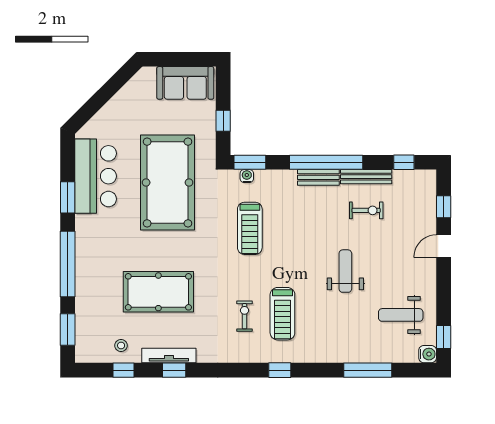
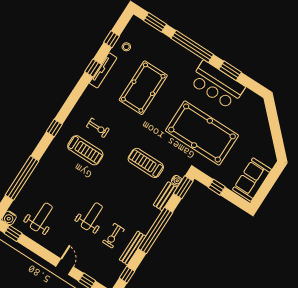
bar counter: (96, 176) -> (217, 85), moved
bench: (318, 177) -> (165, 196), moved
weight bench: (345, 271) -> (92, 216), moved, turned -90
treadmill: (282, 314) -> (85, 150), turned 180
window: (368, 370) -> (22, 178), width x1.46

